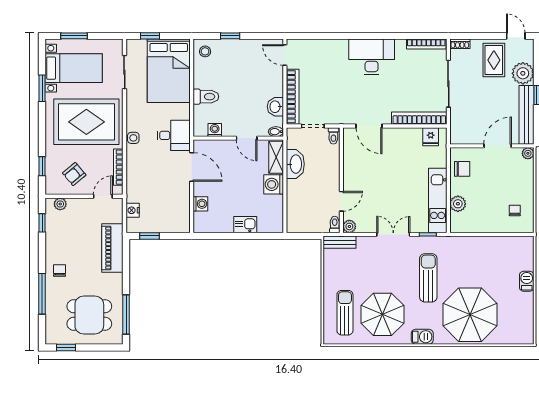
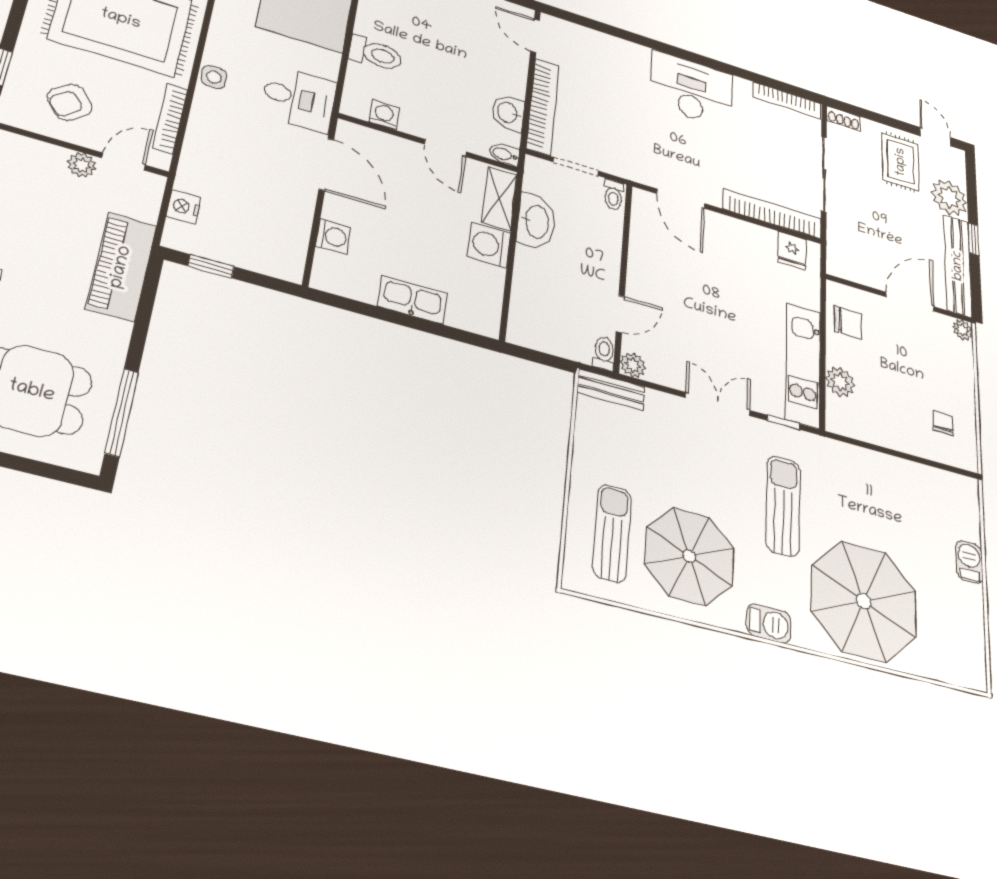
plant: (60, 204) -> (82, 165), moved
kitchen sink: (245, 225) -> (413, 300), width x1.38

